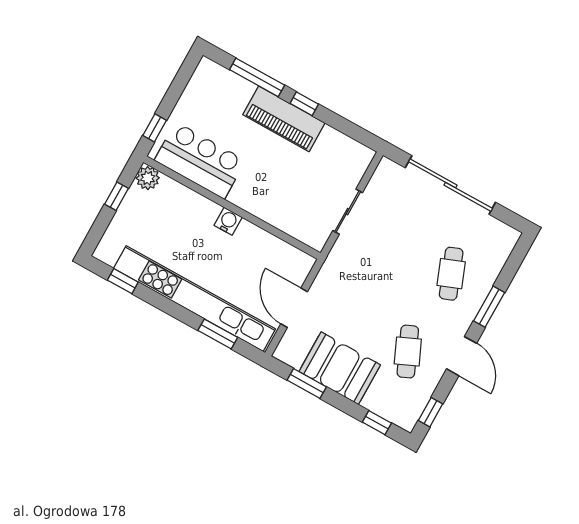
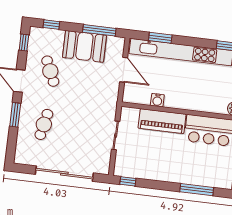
window: (304, 104) -> (128, 181), moved
piano: (284, 119) -> (162, 121), moved, turned 180
water cooler: (228, 221) -> (157, 100), moved
cafe table: (451, 274) -> (44, 124), turned 33
window: (307, 384) -> (99, 30), width x1.44

